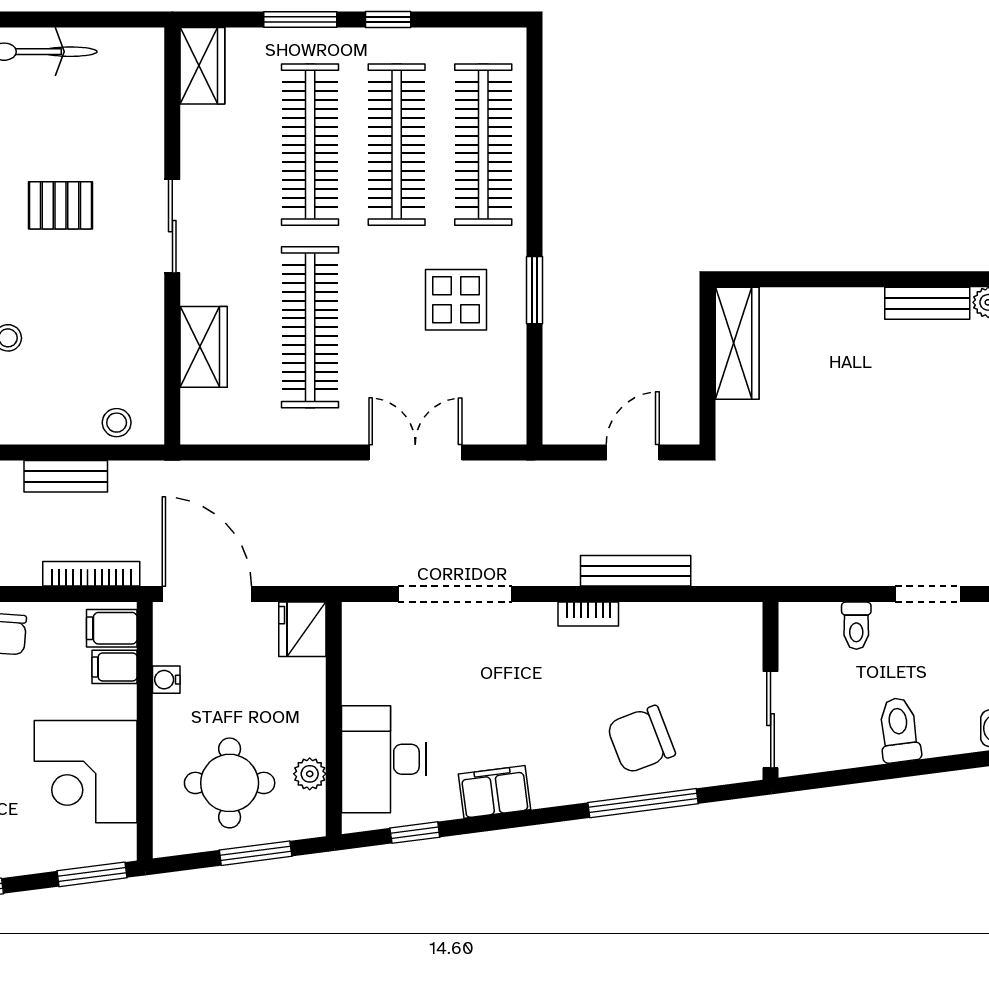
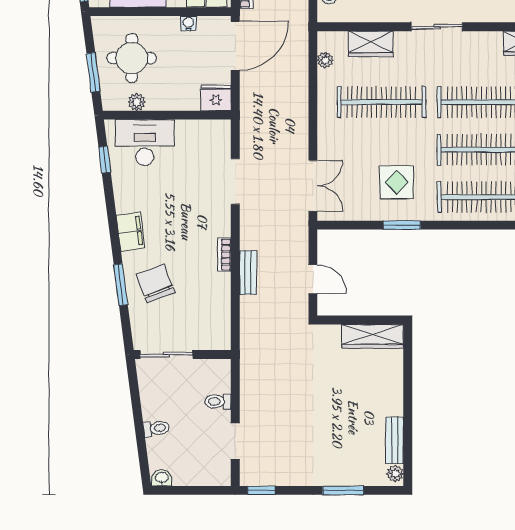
plant: (233, 430) -> (325, 60), added
double door: (415, 452) -> (313, 186), moved
bench: (636, 571) -> (248, 273), width x0.73
doorway: (455, 594) -> (235, 181), width x0.73
toilet: (899, 730) -> (156, 428), width x0.73, depth x0.72
filing cabinet: (495, 792) -> (131, 232), moved
window: (643, 803) -> (121, 285), width x0.69

